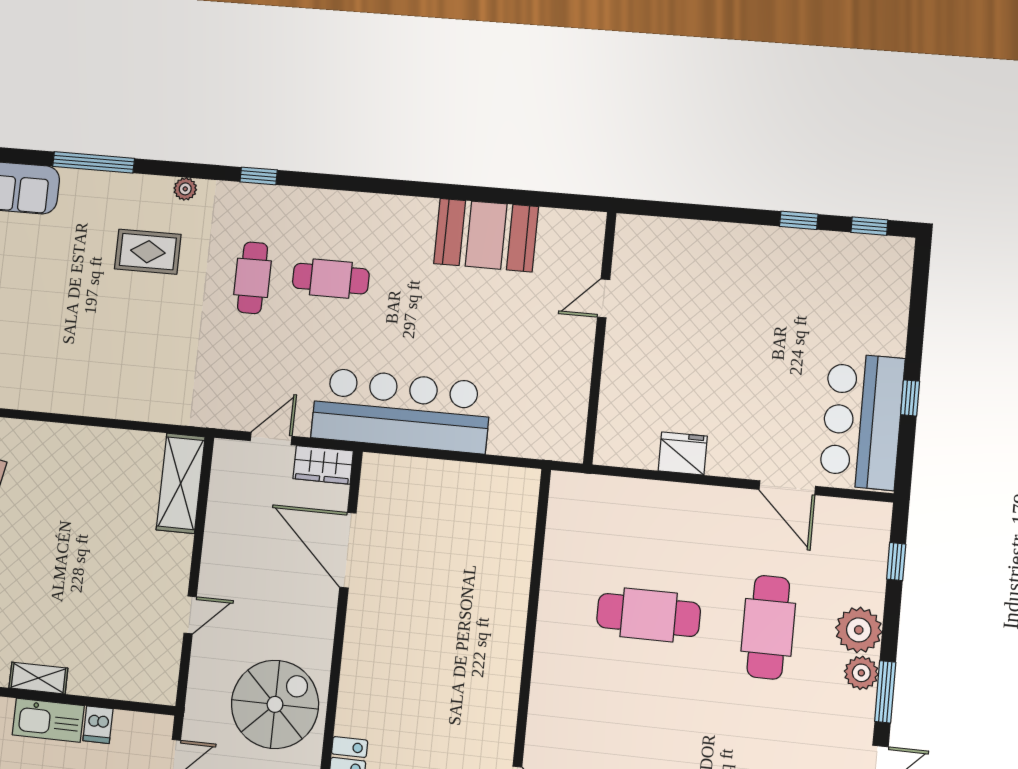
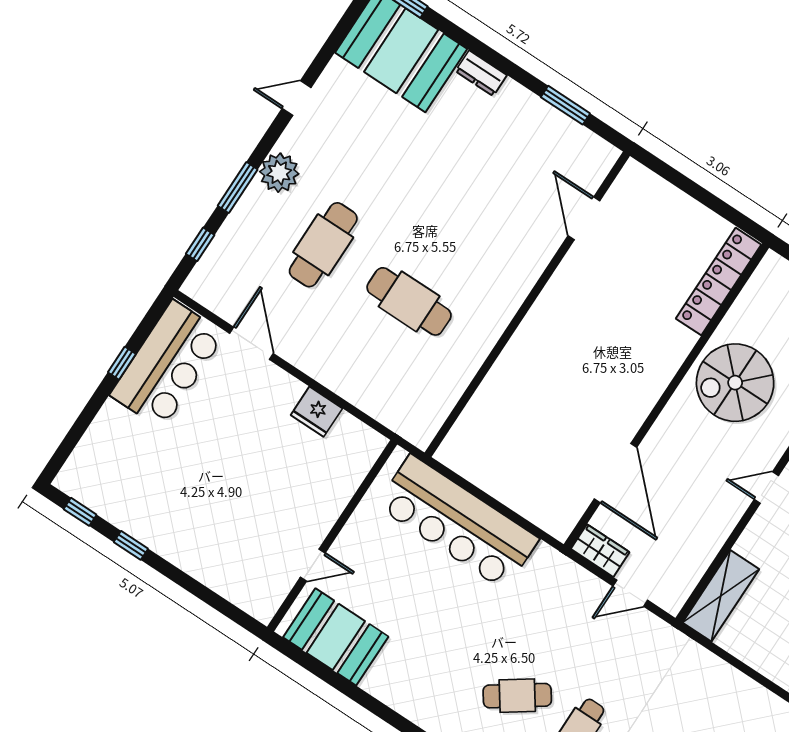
booth: (486, 235) -> (336, 637), moved
cafe table: (331, 279) -> (517, 696), turned -35
bar counter: (401, 410) -> (458, 522), moved
plant: (859, 630) -> (256, 207), removed
plant: (861, 673) -> (279, 173), width x1.36, depth x1.36
window: (885, 692) -> (238, 188), moved

